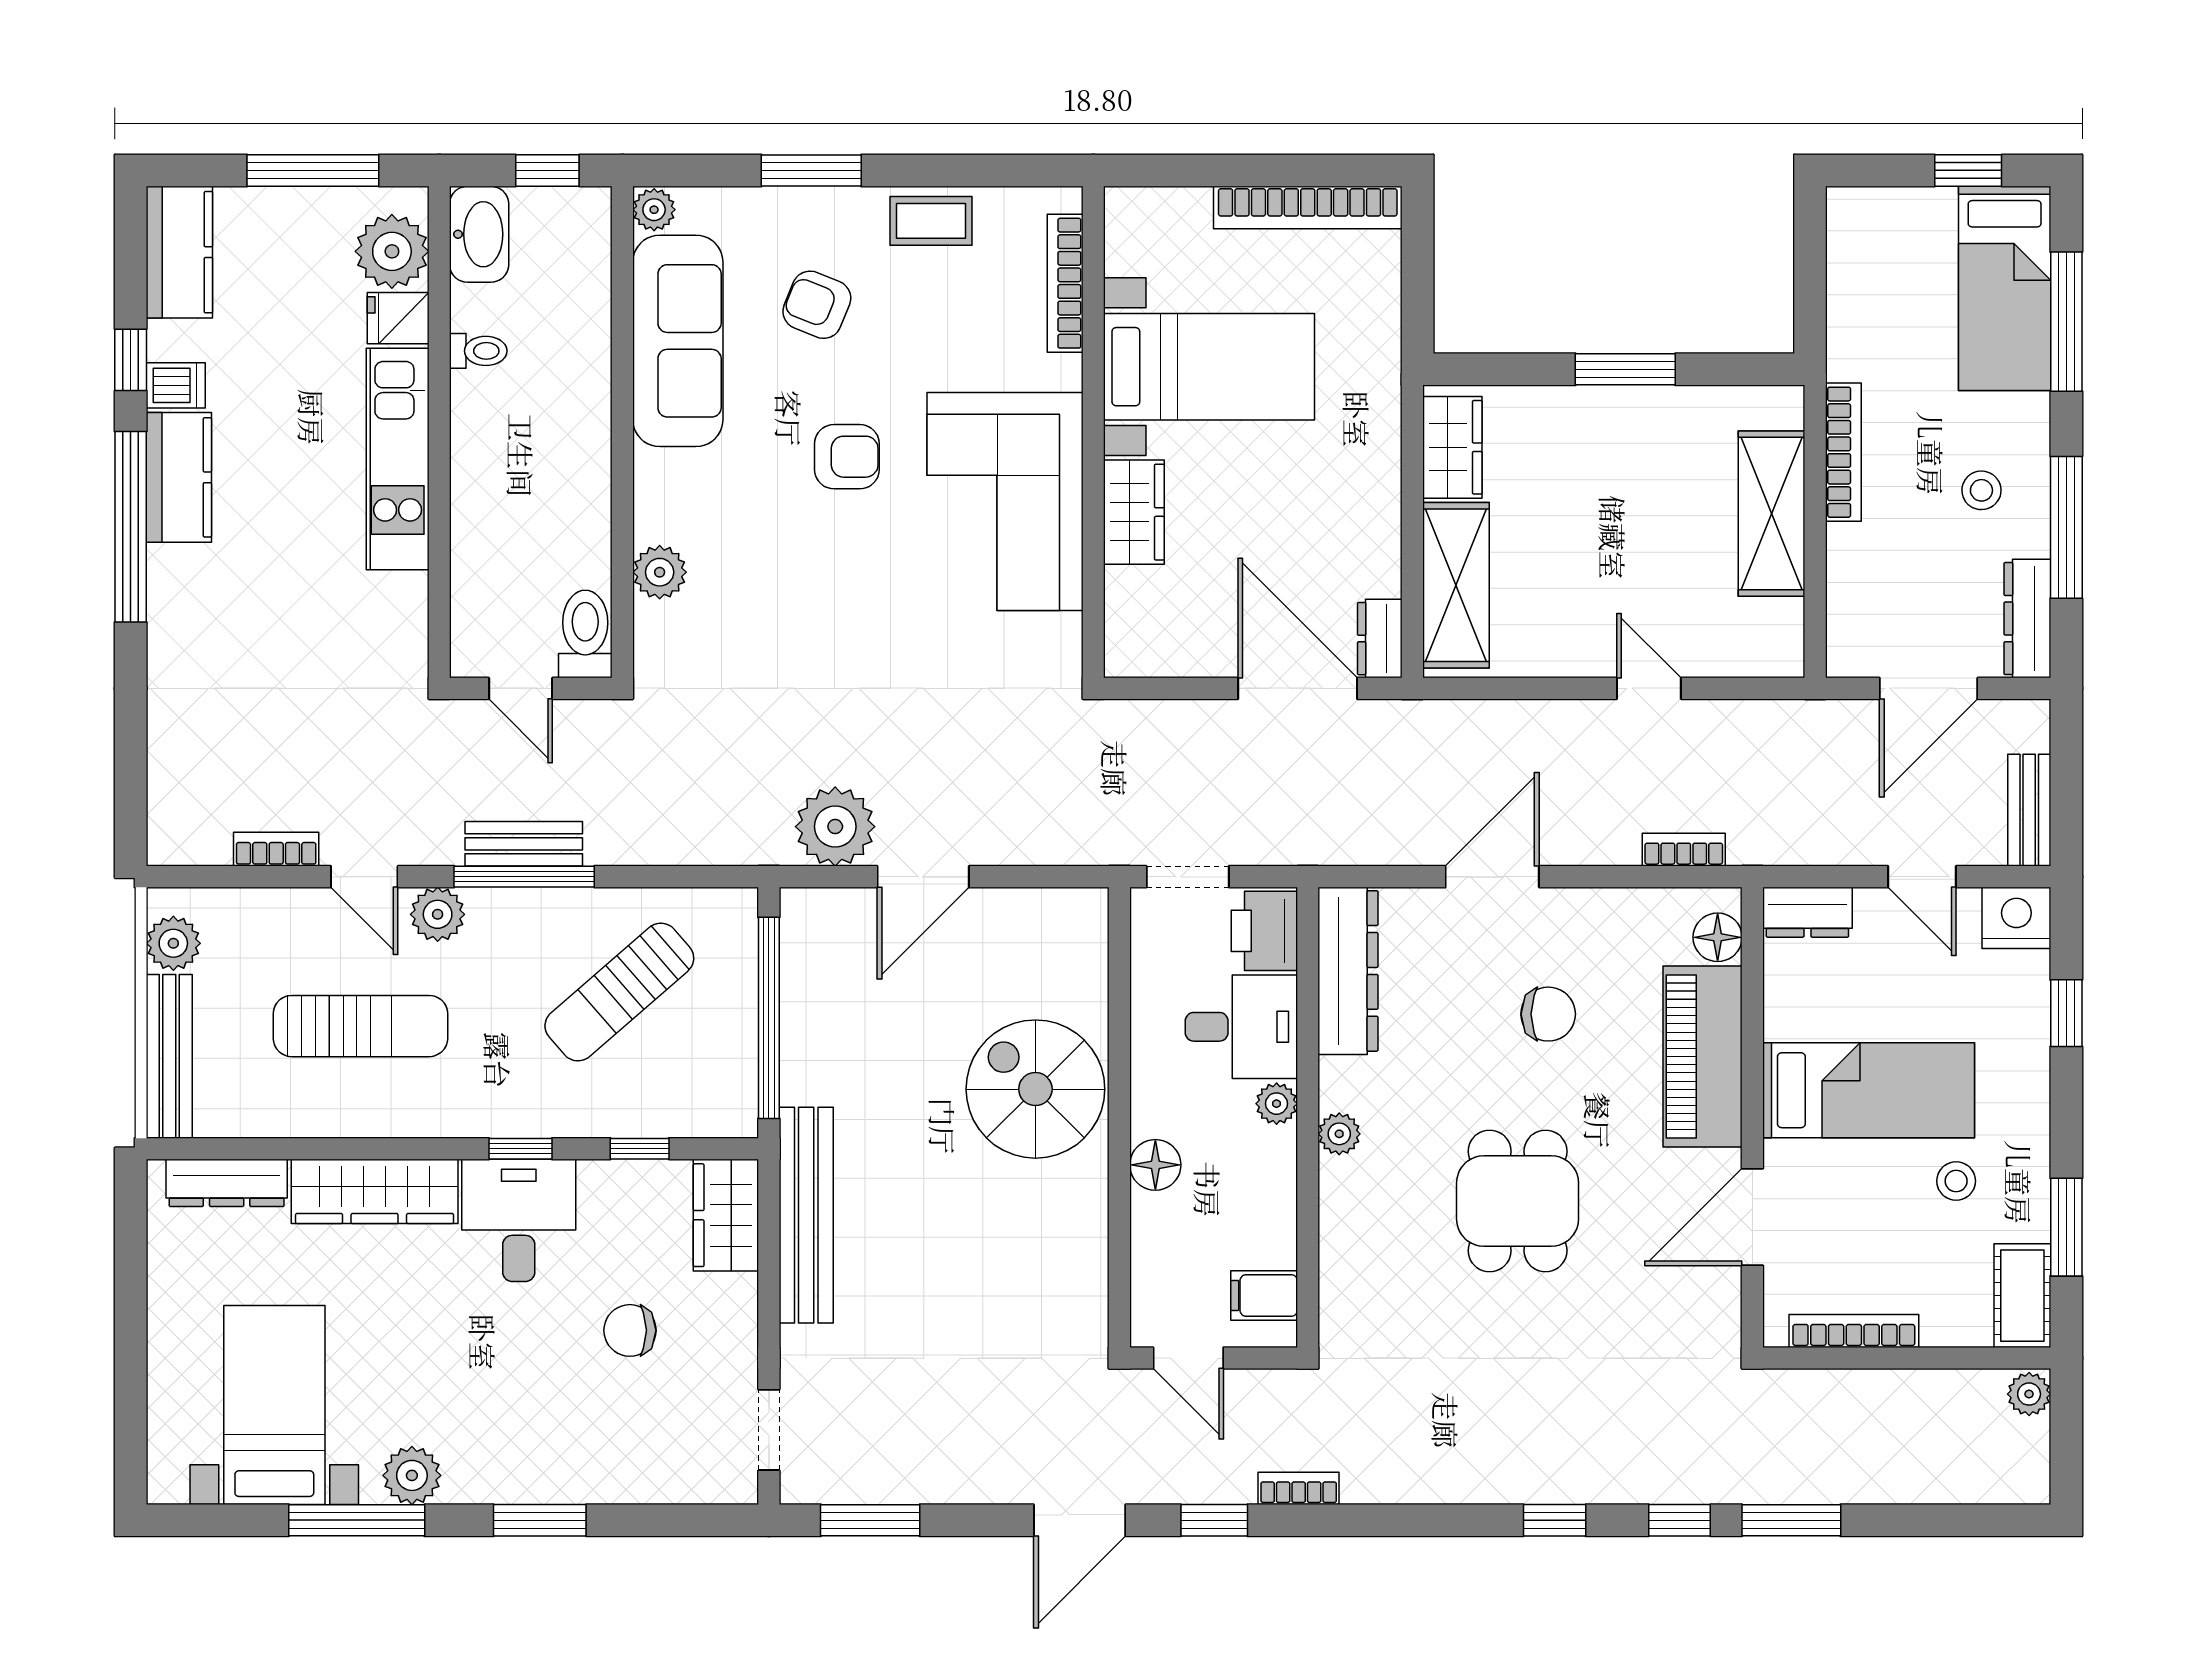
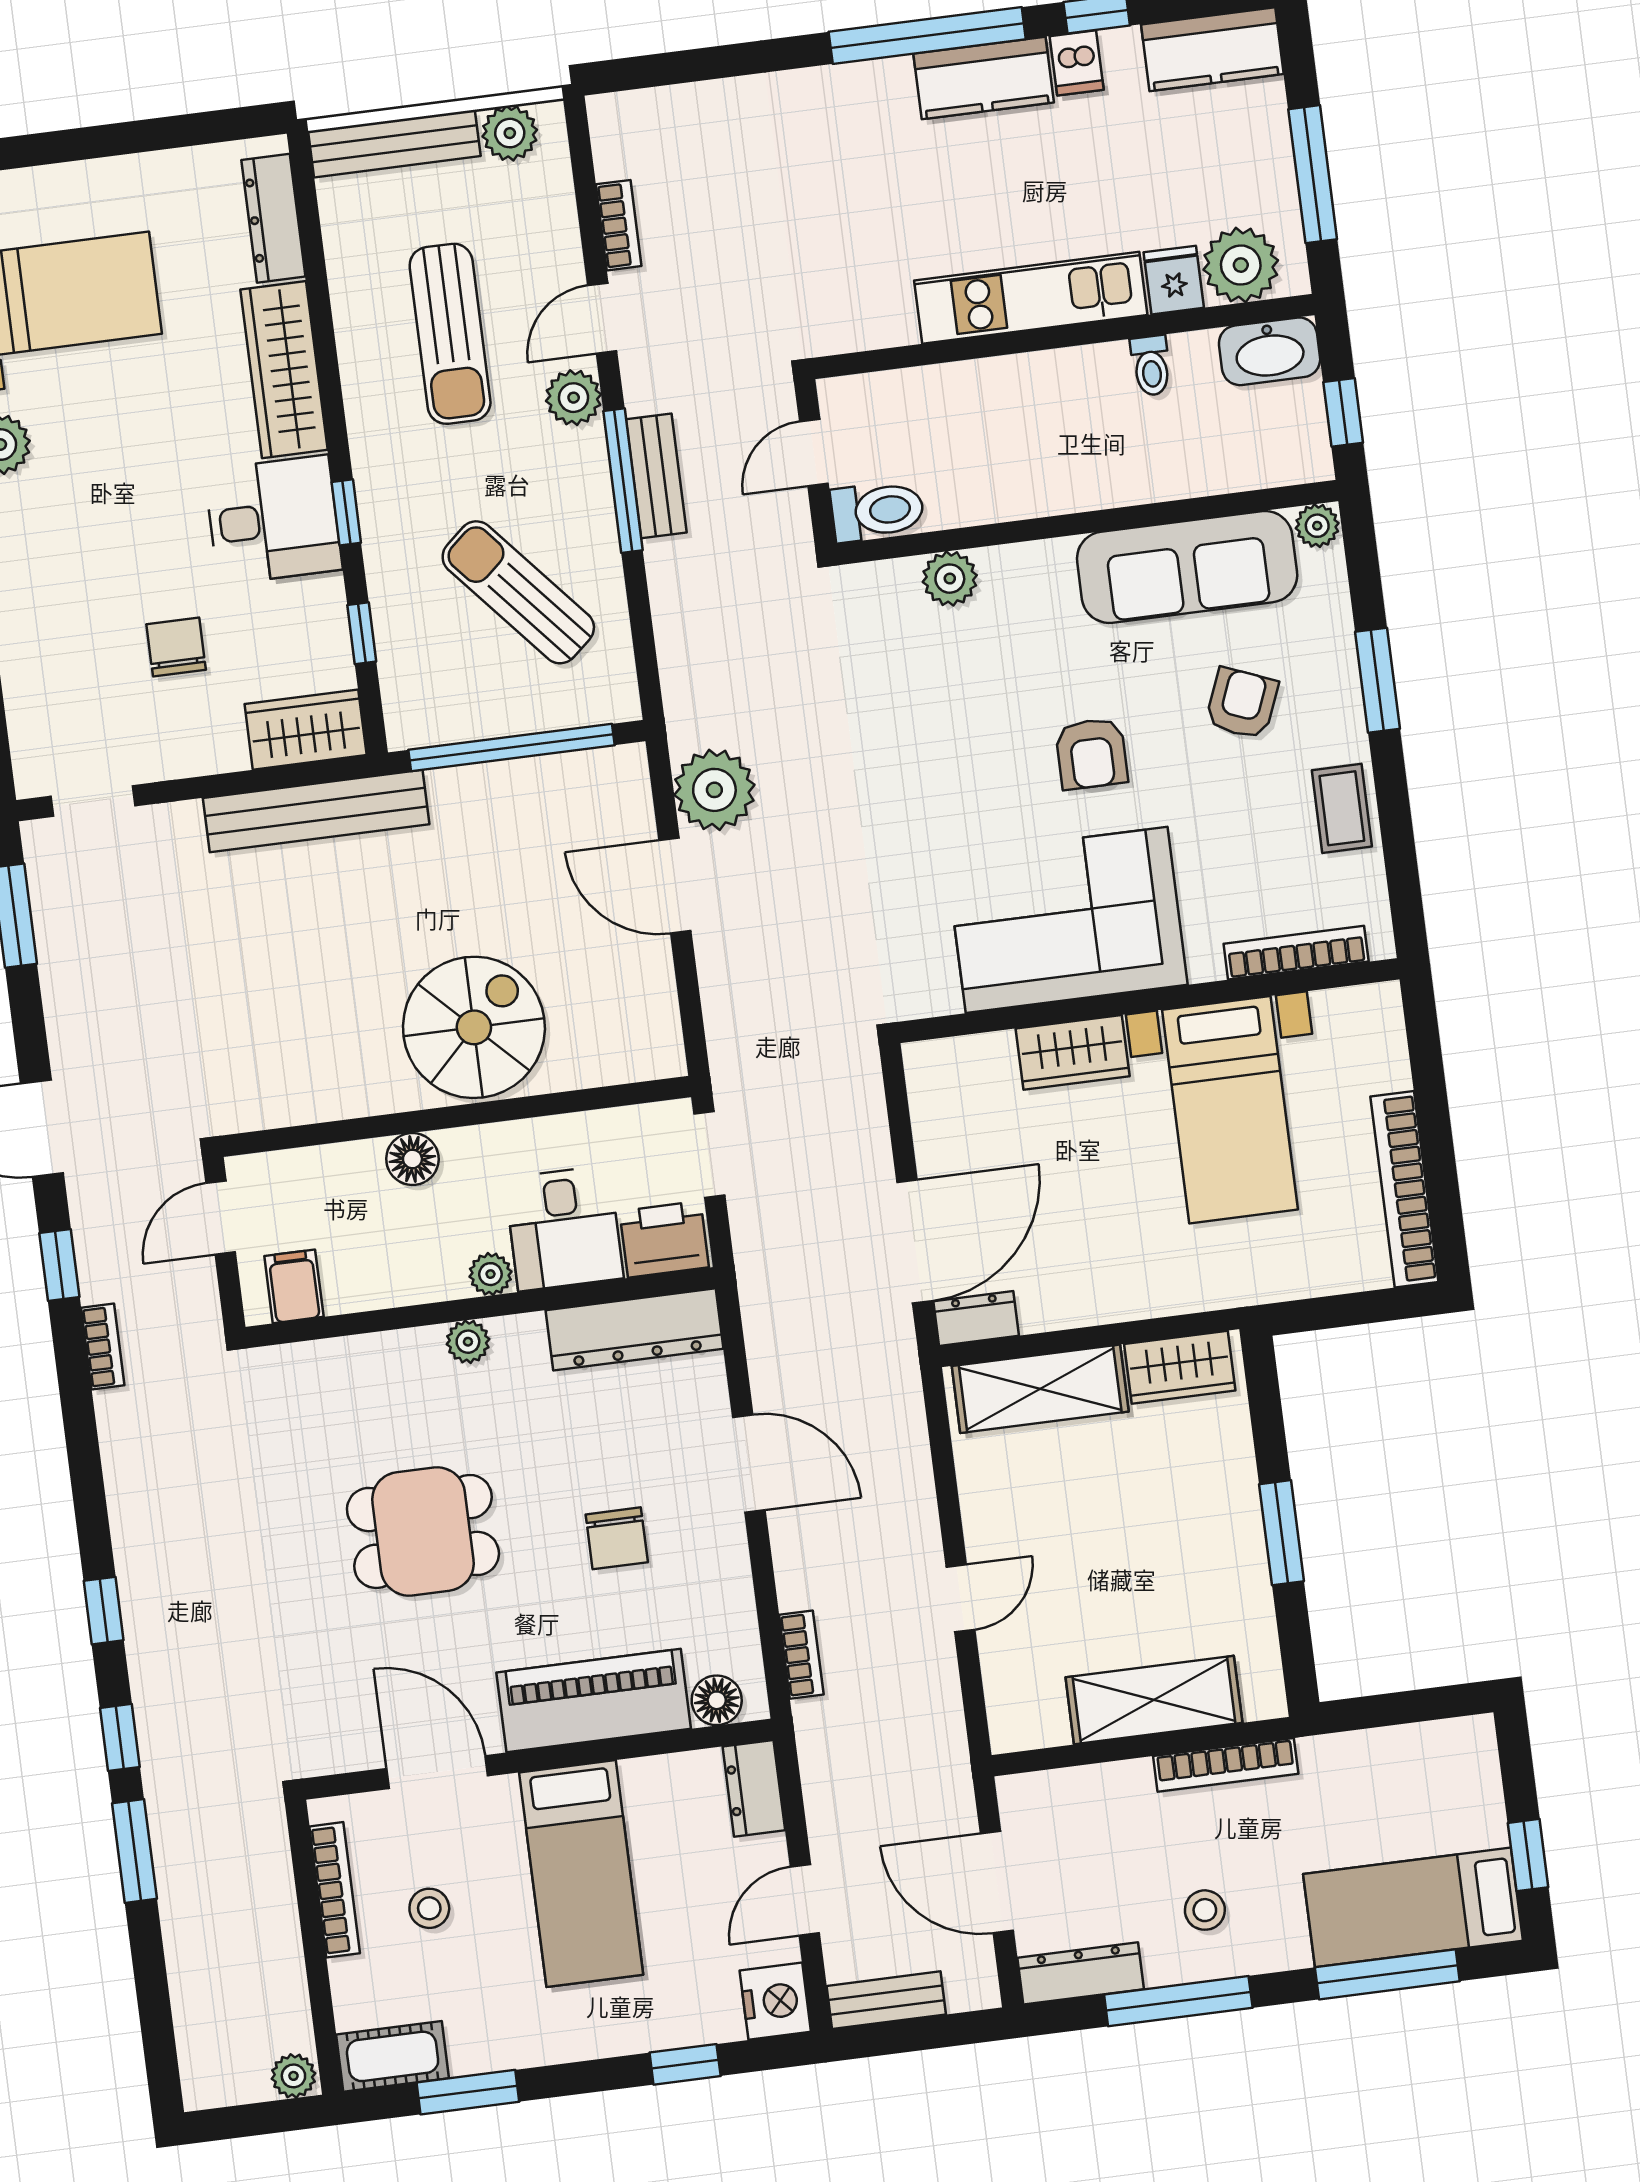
stool: (1956, 1181) -> (429, 1908), moved

